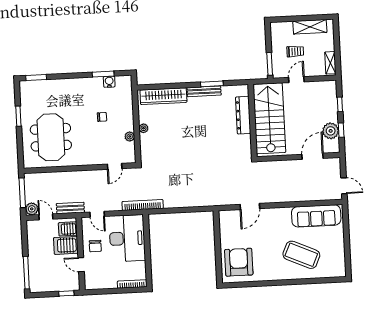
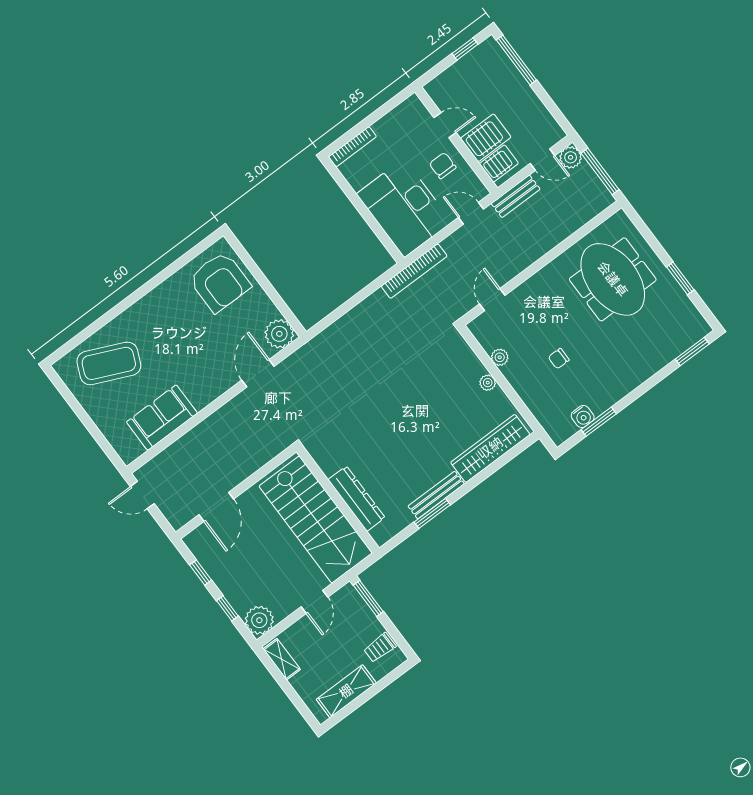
trolley: (295, 51) -> (380, 648), moved
plant: (331, 131) -> (259, 620), moved
sofa: (316, 216) -> (162, 418), width x0.73
plant: (227, 218) -> (279, 334), added
coffee table: (301, 255) -> (109, 363), moved
window: (66, 293) -> (465, 49), moved

